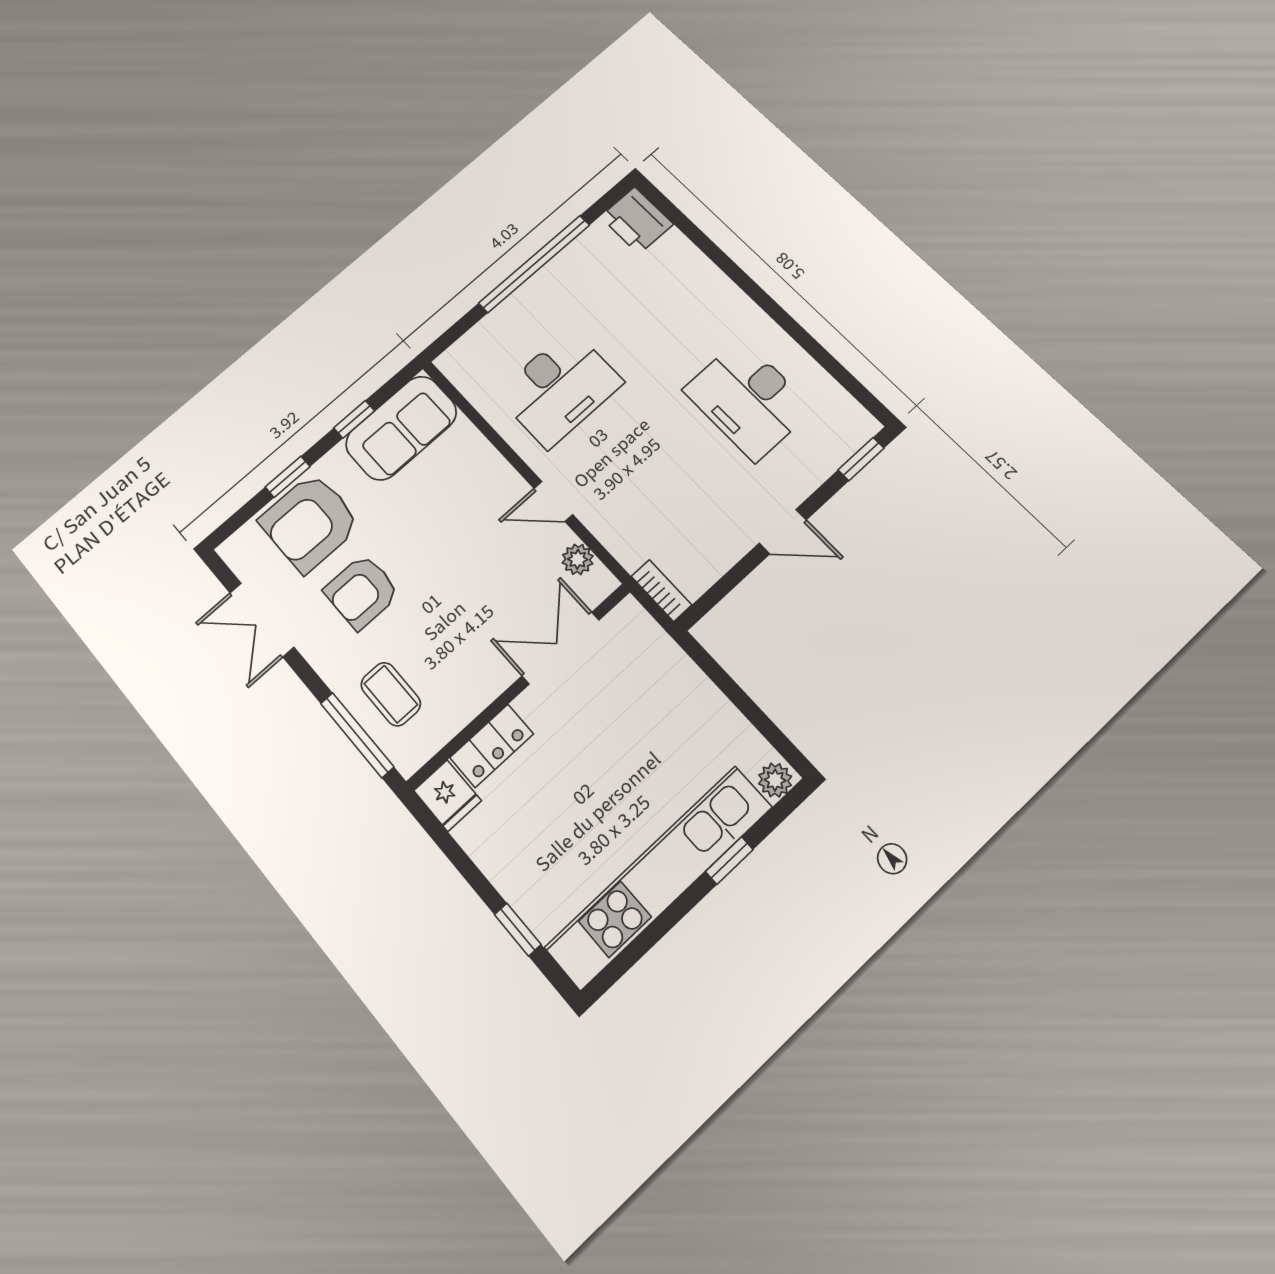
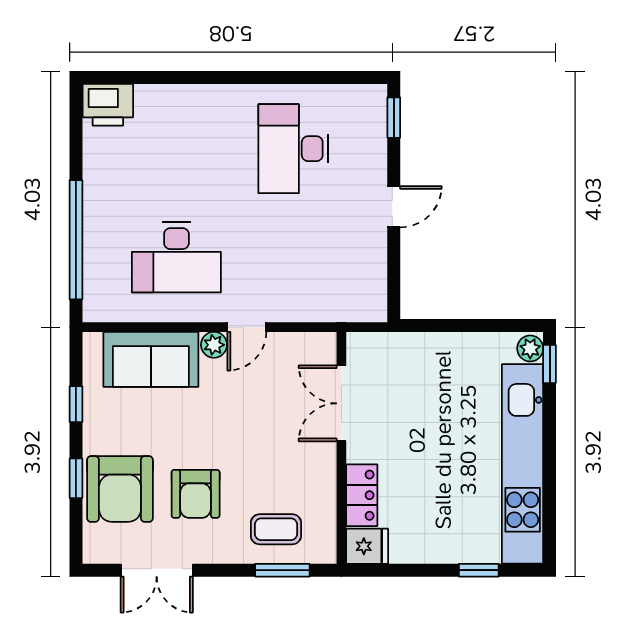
window: (534, 264) -> (76, 240), moved
desk: (559, 388) -> (176, 257), turned 90
desk: (748, 399) -> (293, 149), turned 90
sofa: (401, 428) -> (151, 359), moved, turned 90
plant: (578, 559) -> (214, 345), moved
bookcase: (661, 591) -> (362, 312), removed
window: (357, 735) -> (282, 570), width x0.69
window: (729, 861) -> (550, 364), moved

